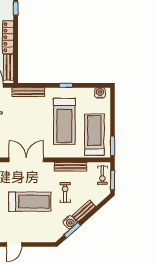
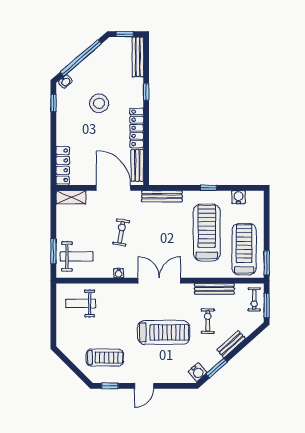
water cooler: (100, 93) -> (238, 197), moved
treadmill: (64, 121) -> (207, 233), turned 180
water cooler: (70, 222) -> (198, 372), moved

